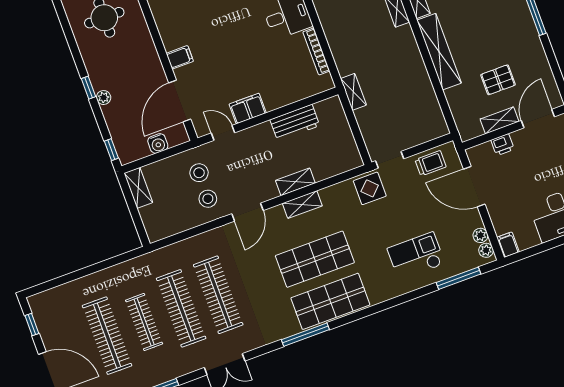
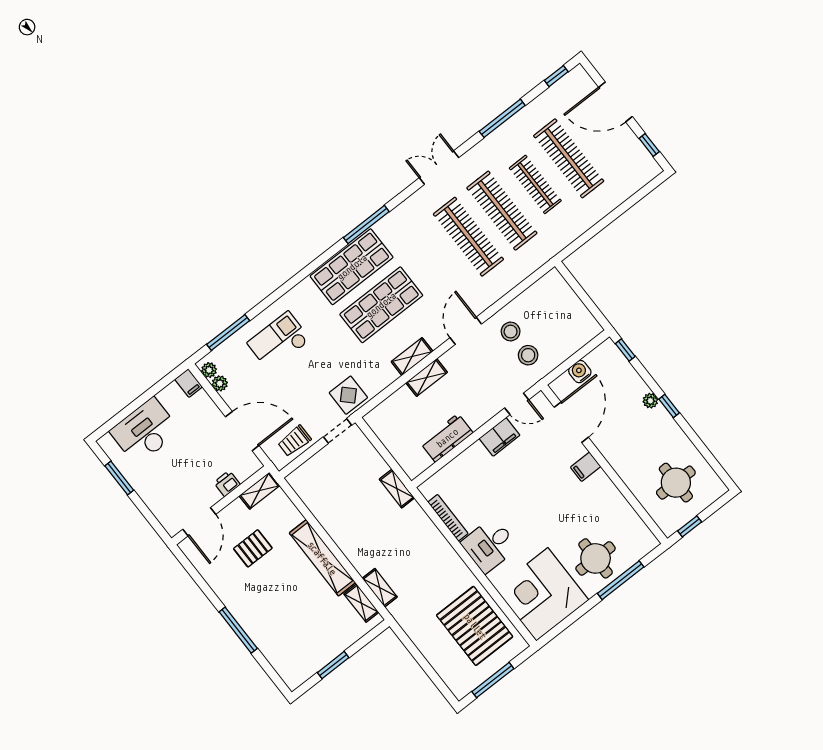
shelving: (499, 120) -> (259, 491), moved
shelving: (138, 188) -> (585, 320), removed
checkout: (416, 256) -> (279, 341), turned 180

